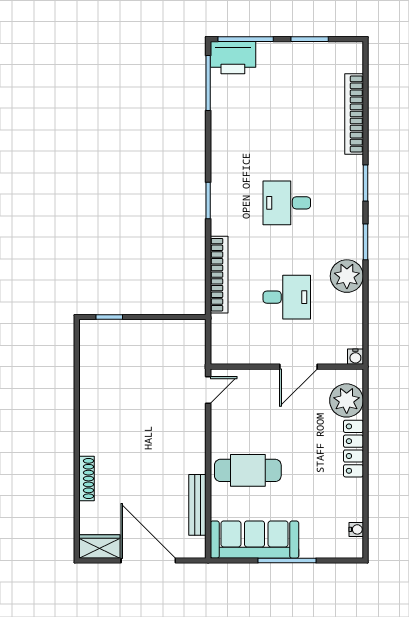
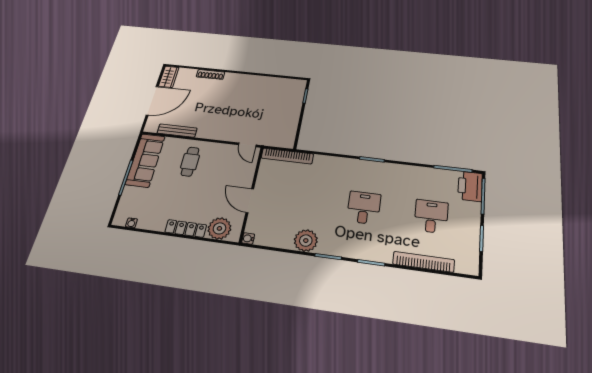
bookcase: (219, 275) -> (287, 156), moved
desk: (287, 297) -> (431, 216), moved, turned 180
cafe table: (248, 470) -> (190, 162), width x0.73, depth x0.74

